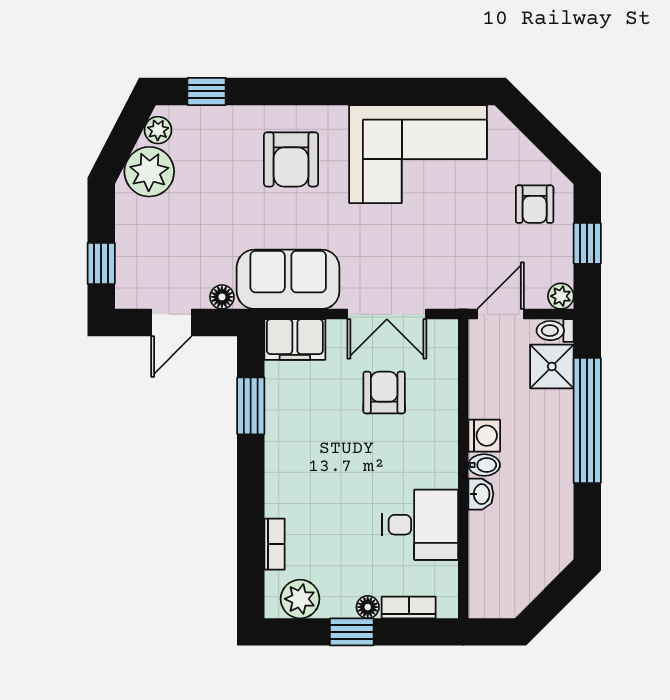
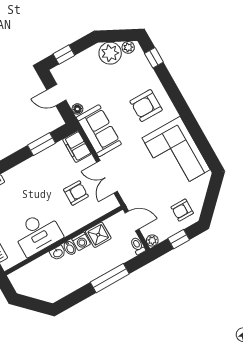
shower: (552, 366) -> (98, 235), moved
window: (587, 420) -> (110, 278), width x0.68
desk: (420, 525) -> (38, 233), width x1.37

